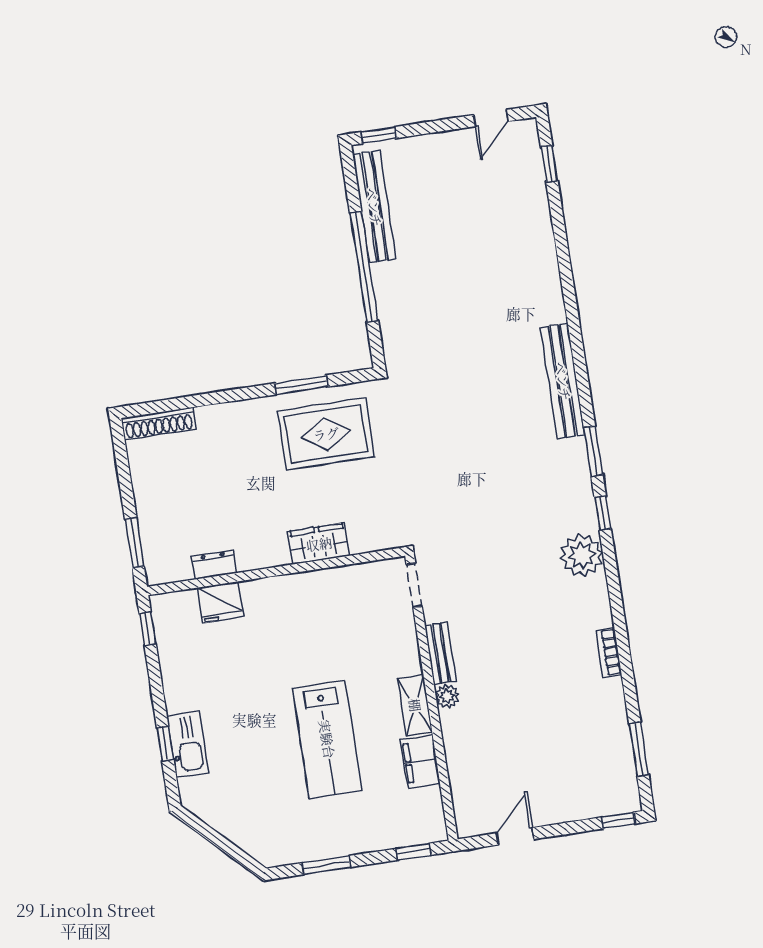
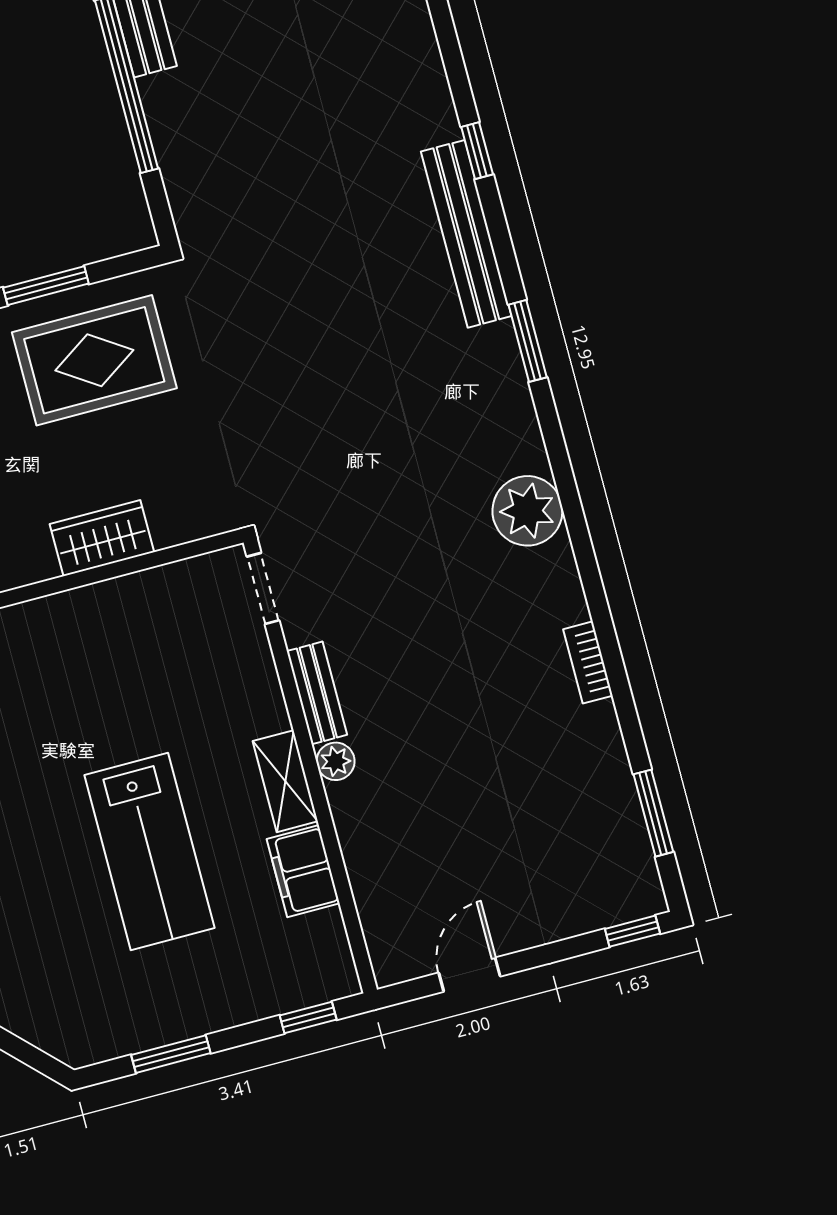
window: (603, 513) -> (477, 151), moved

